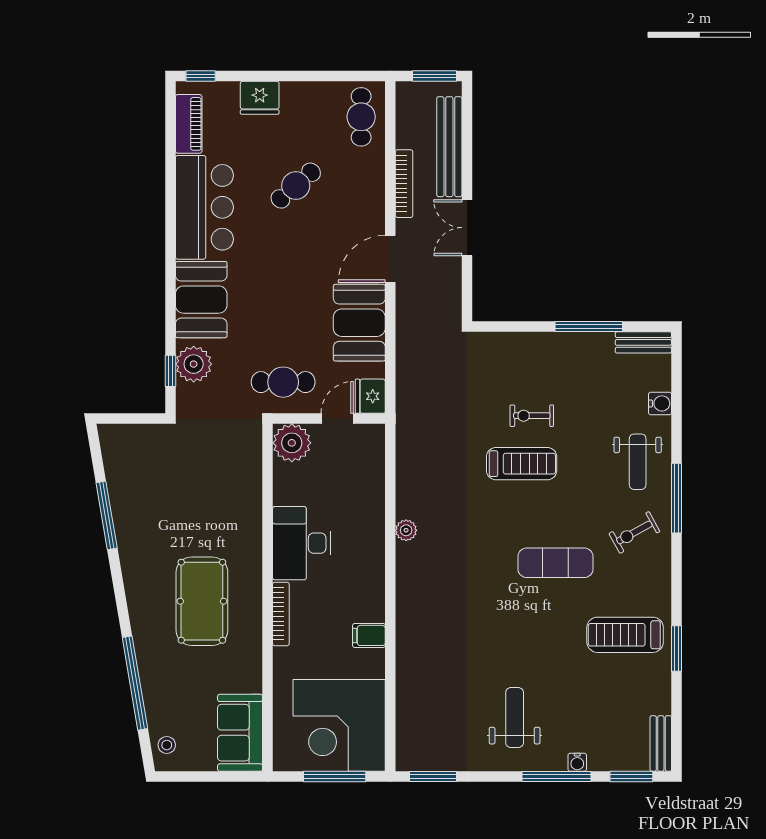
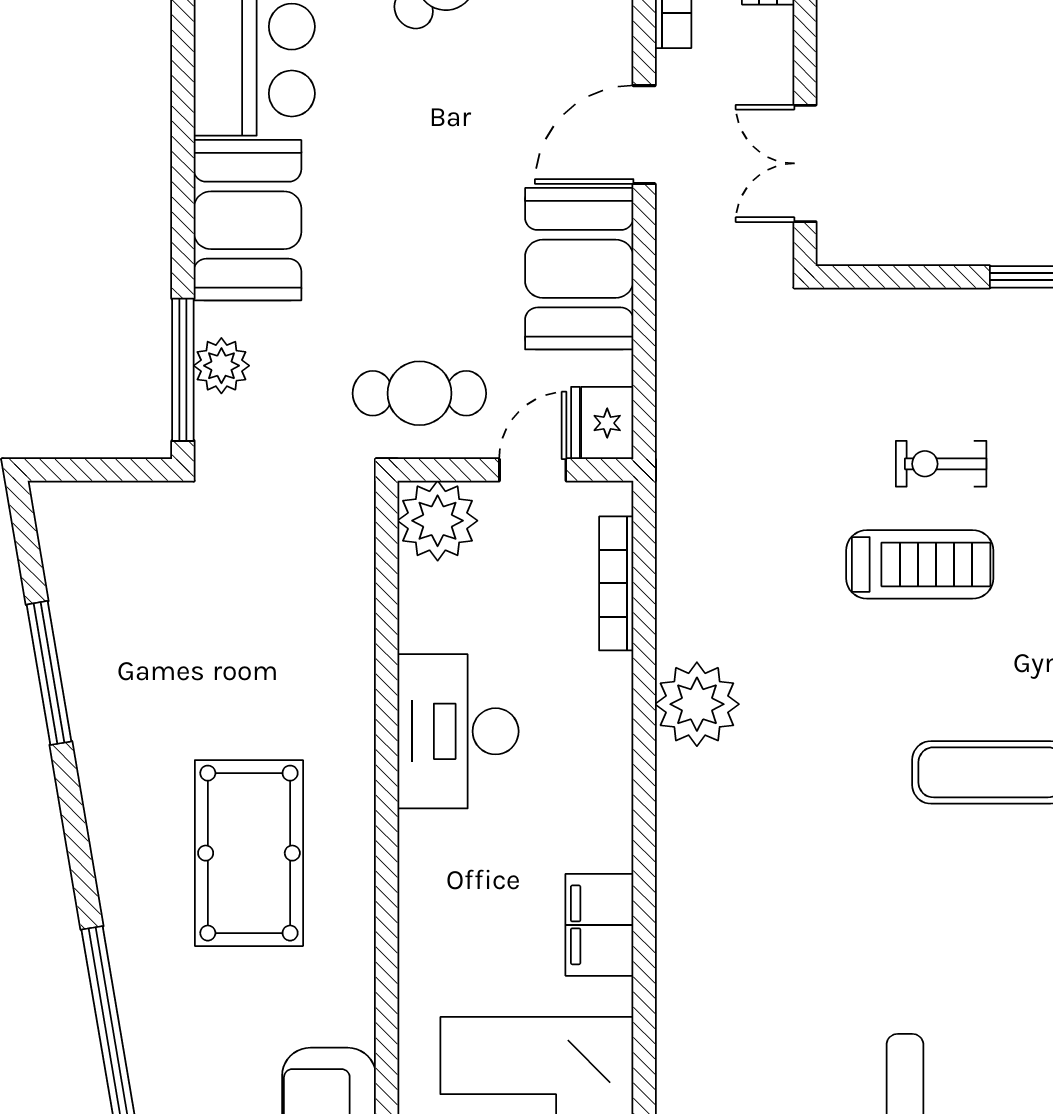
double door: (467, 228) -> (805, 163), moved
plant: (194, 364) -> (221, 366), width x0.73, depth x0.73
window: (170, 371) -> (183, 370), width x2.17
plant: (406, 530) -> (697, 704), width x1.88, depth x1.88
bookcase: (281, 614) -> (616, 583), moved, turned 180
filing cabinet: (369, 635) -> (599, 925), width x2.00

